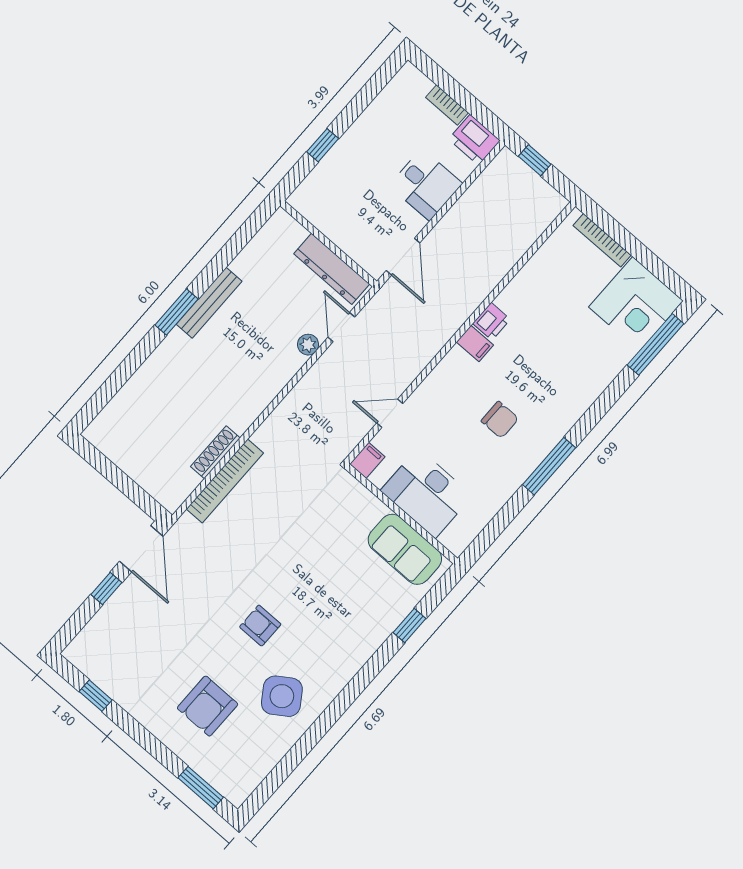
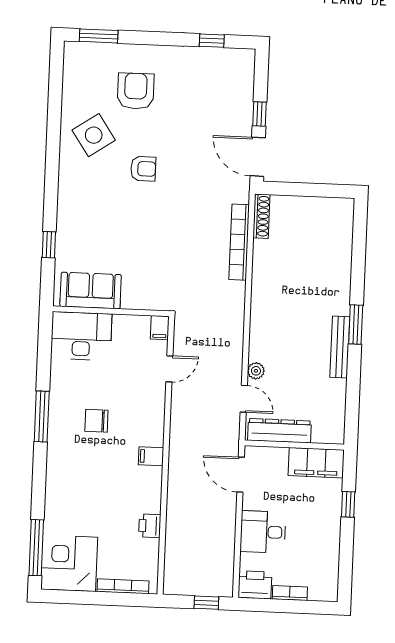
filing cabinet: (321, 210) -> (316, 463), added
printer: (491, 321) -> (150, 526), moved
shoe rack: (215, 452) -> (261, 216), moved
desk: (426, 493) -> (81, 336), moved

